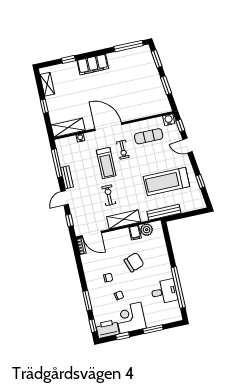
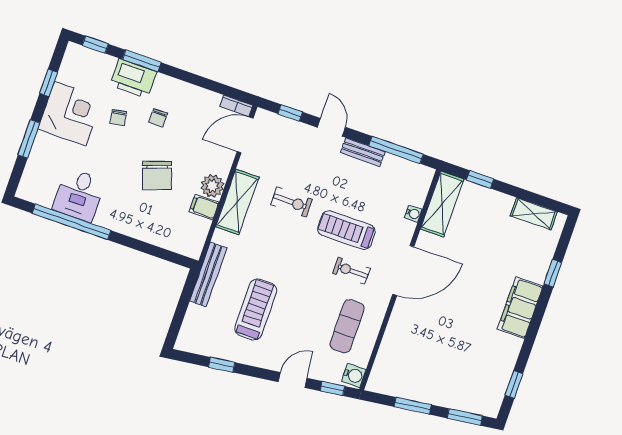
window: (129, 46) -> (514, 384), width x0.46
window: (44, 106) -> (480, 179), moved
treadmill: (166, 182) -> (256, 309), width x0.73, depth x0.73
plant: (147, 230) -> (212, 186), moved
printer: (108, 329) -> (133, 78), moved, turned 90

